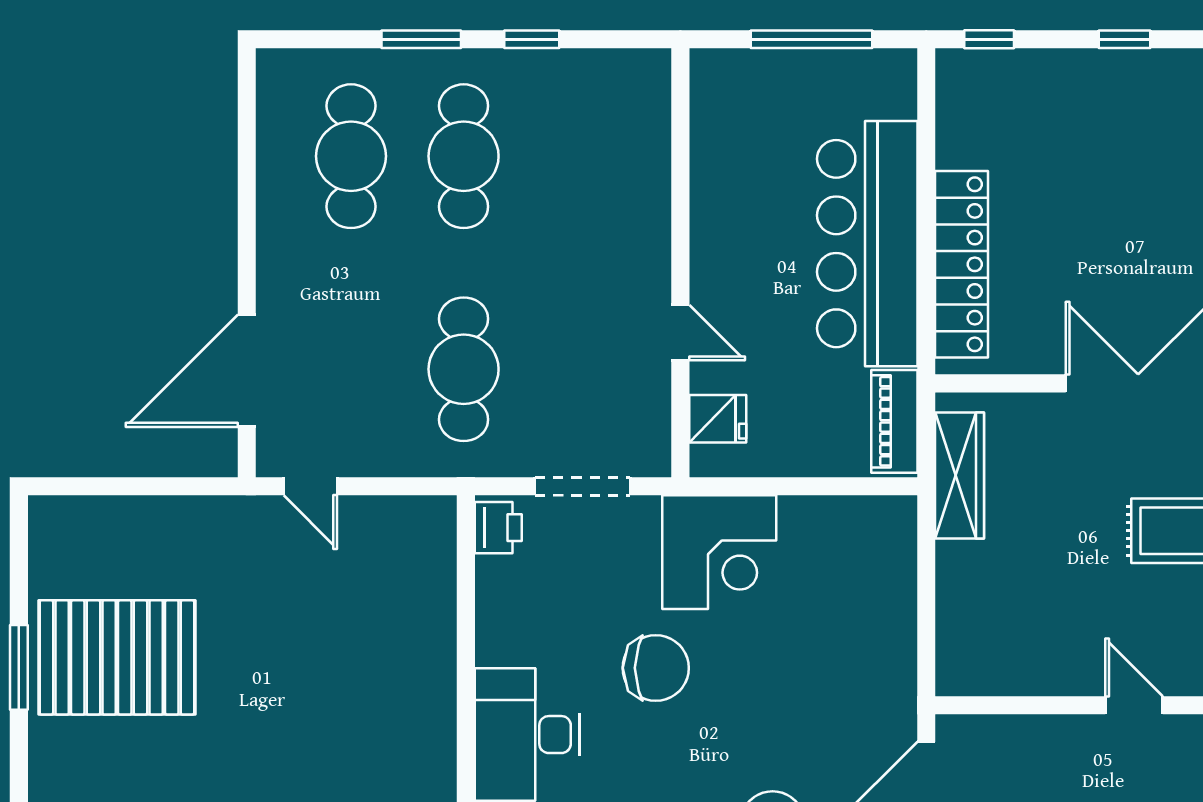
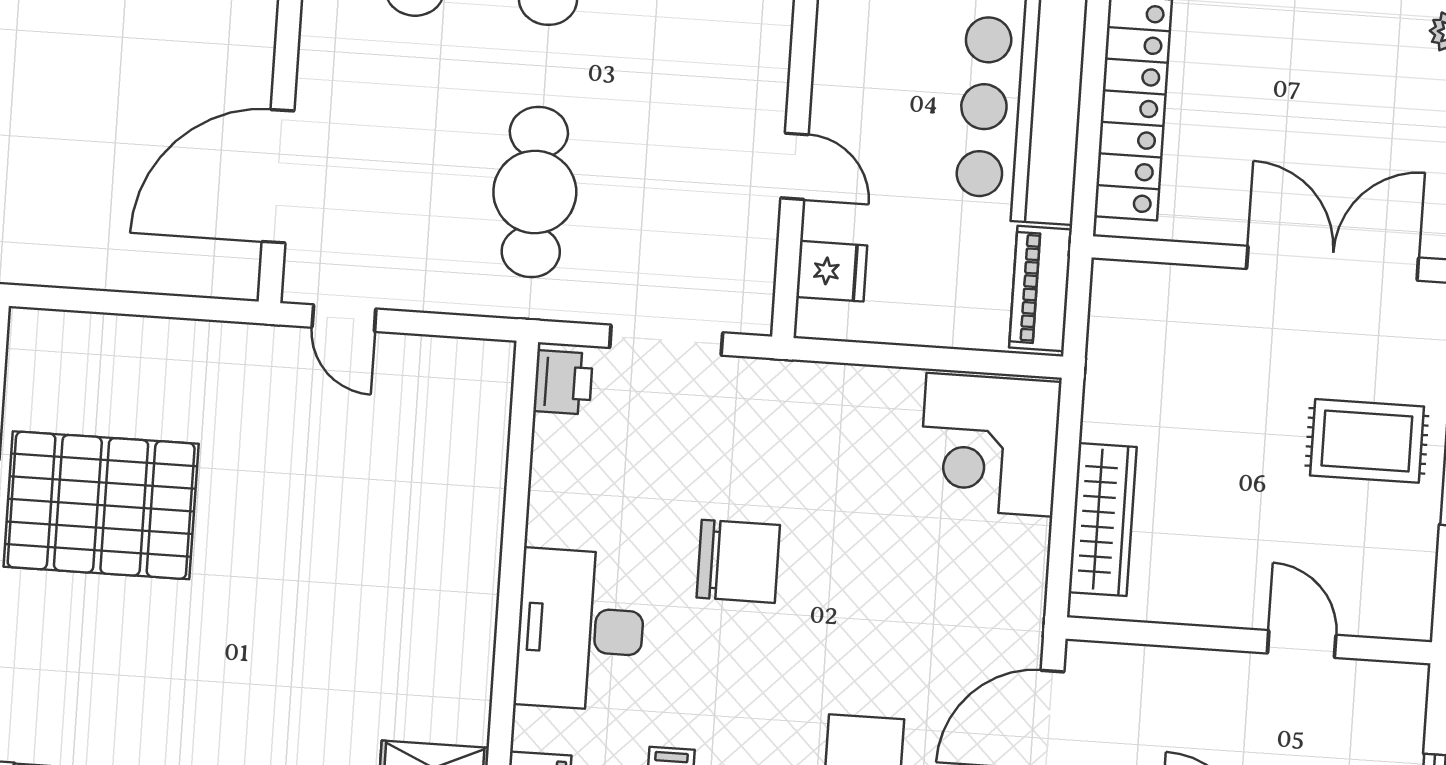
wardrobe: (960, 475) -> (1103, 520), moved
corner desk: (719, 552) -> (990, 445), moved, turned 90

